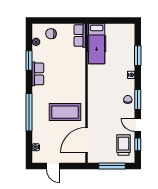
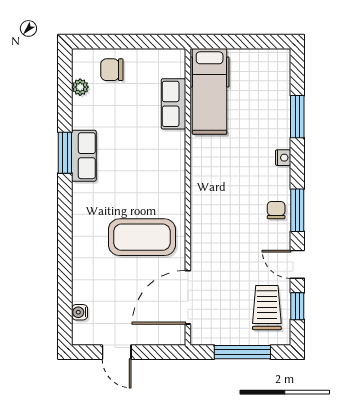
row of seats: (80, 35) -> (173, 104), moved
window: (29, 61) -> (65, 153), moved
window: (29, 112) -> (65, 238), removed

